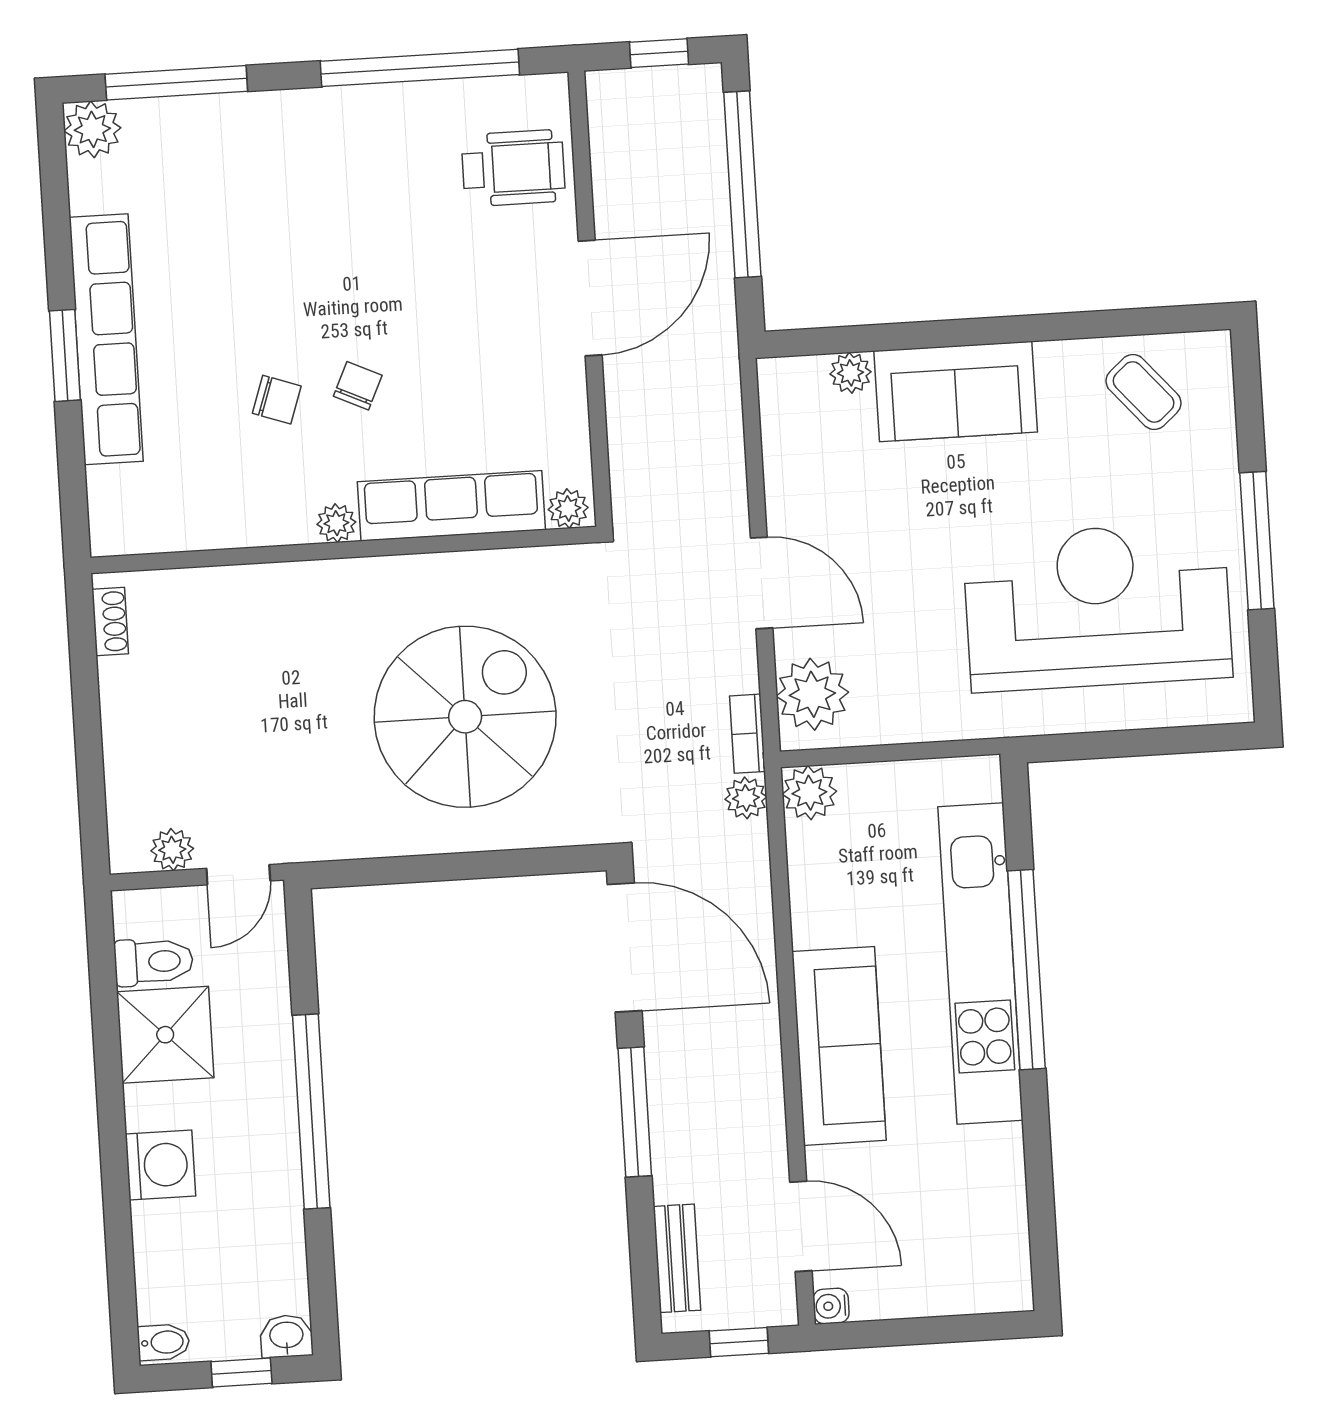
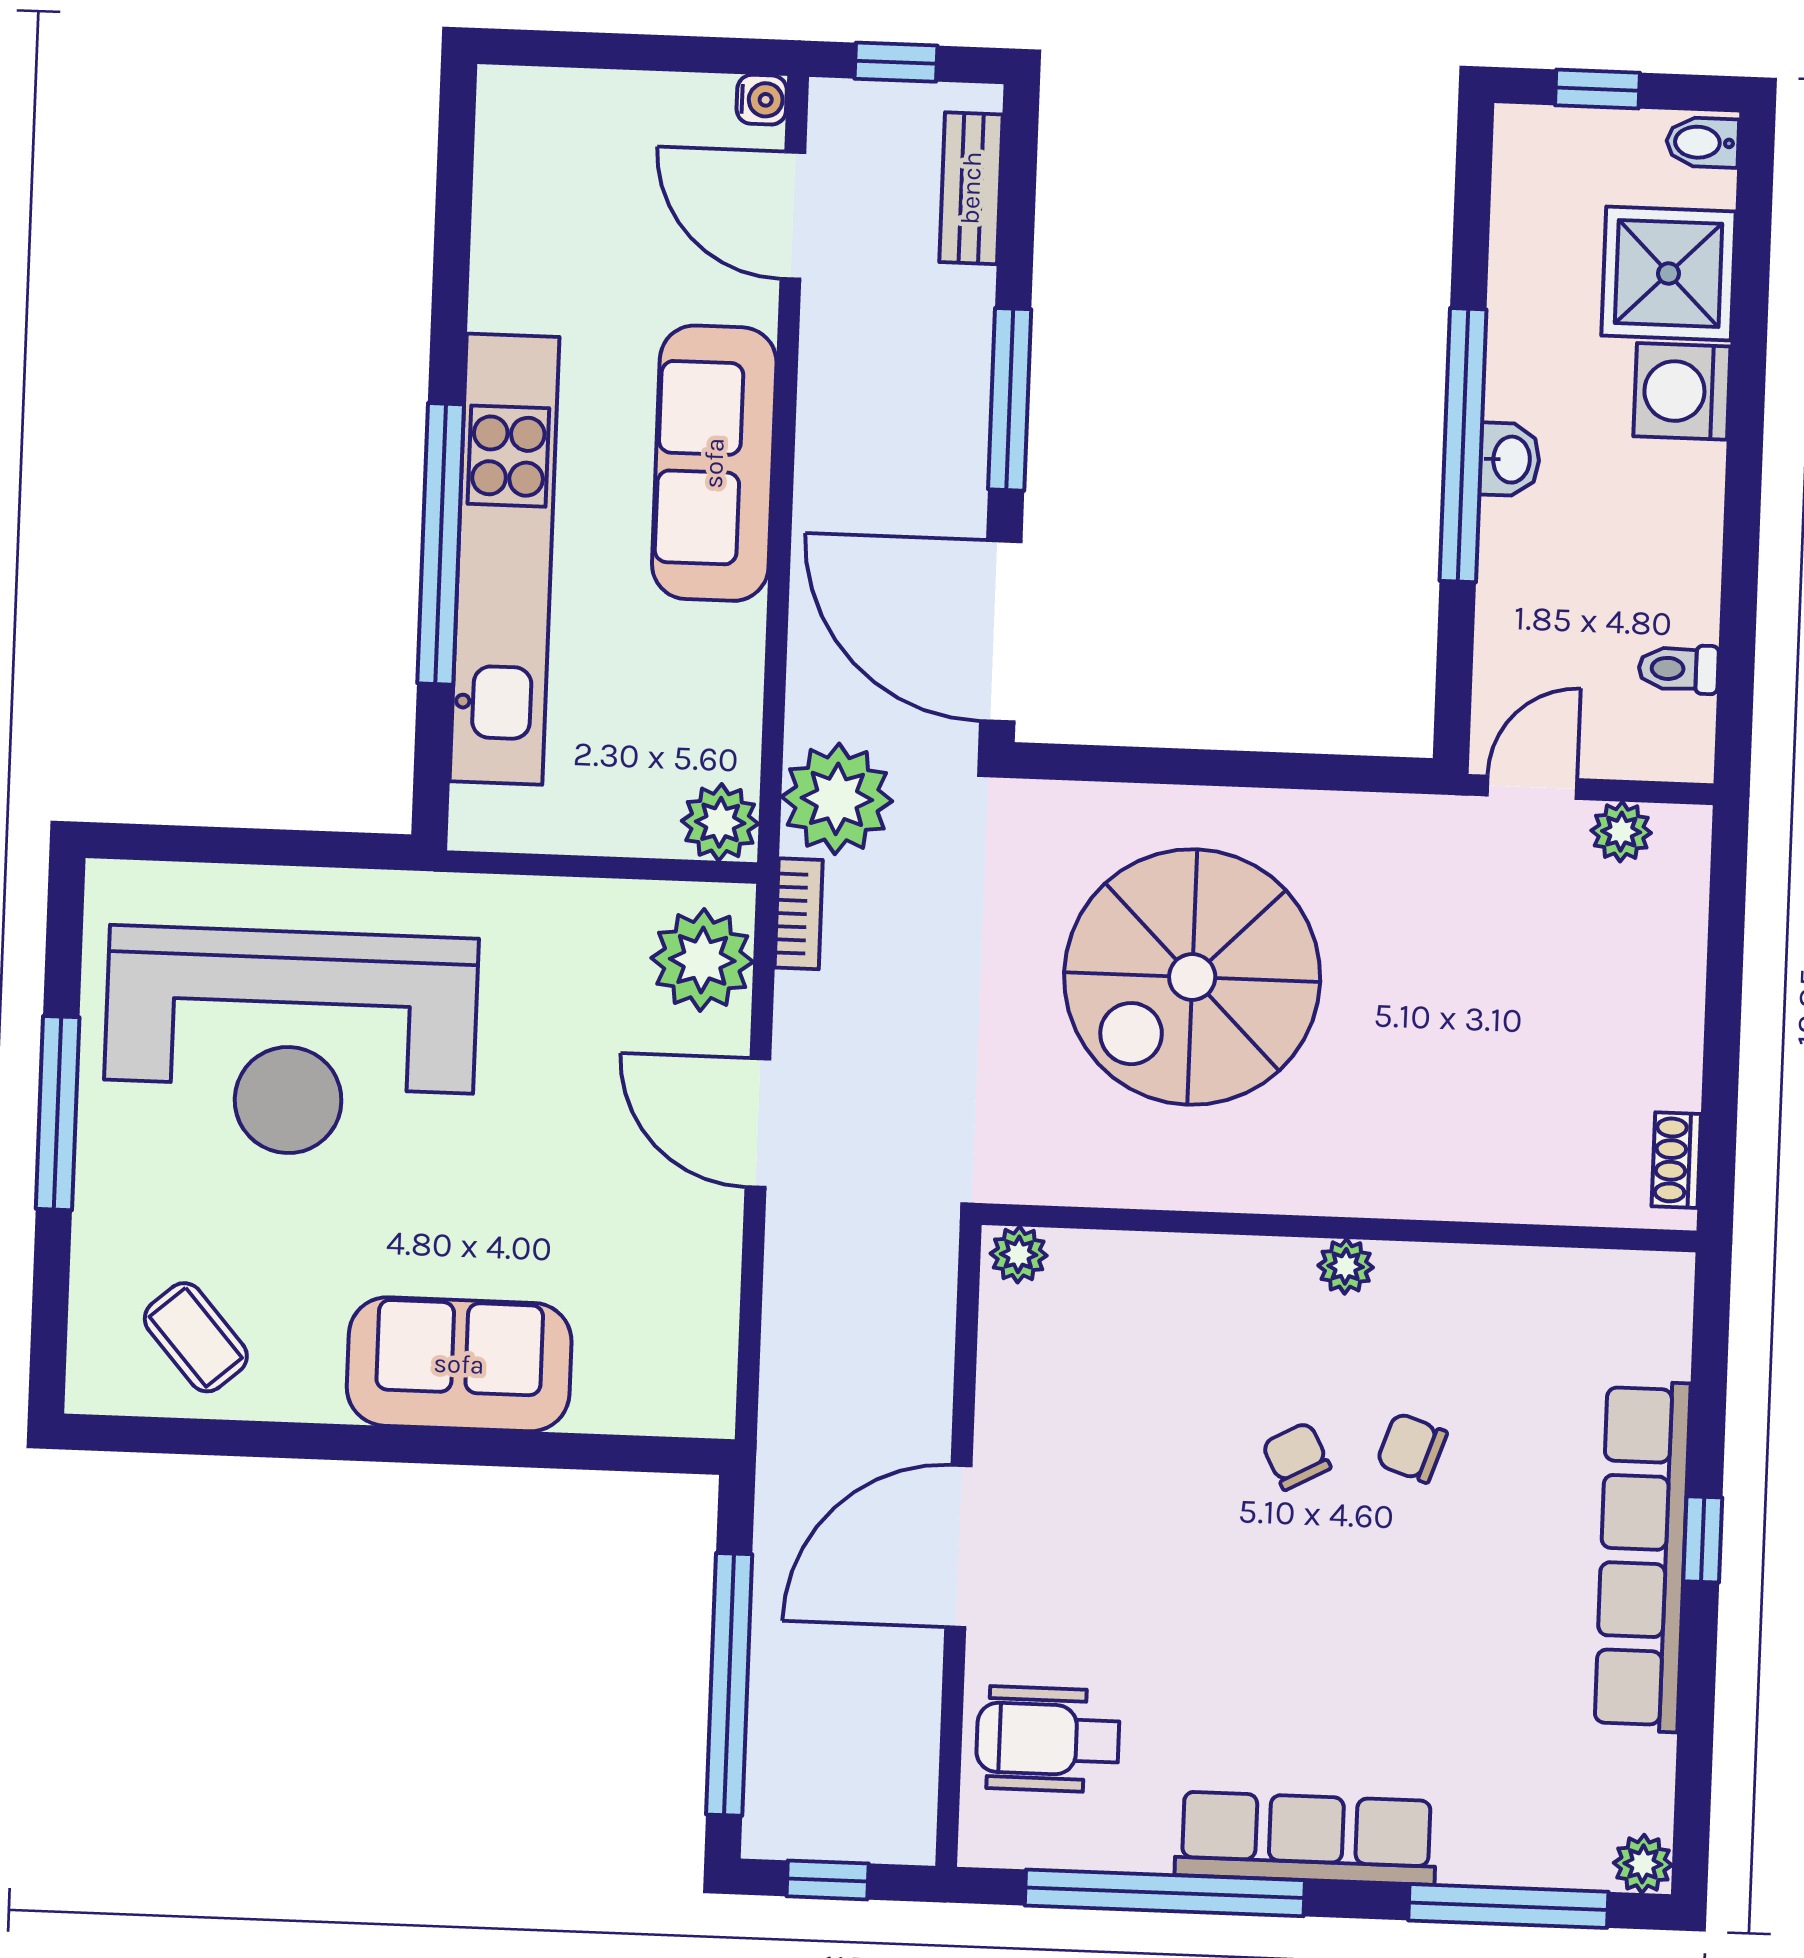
plant: (92, 129) -> (1643, 1864), width x0.73, depth x0.73
window: (65, 355) -> (1703, 1539), width x0.67
plant: (851, 373) -> (604, 1405), removed
chair: (358, 386) -> (1296, 1456), turned 127
row of seats: (451, 506) -> (1306, 1838), moved, turned 180
plant: (746, 798) -> (837, 799), width x1.87, depth x1.87
toilet: (154, 962) -> (1679, 669), width x0.73, depth x0.72
shower: (165, 1035) -> (1669, 273), moved
washbasin: (286, 1336) -> (1510, 459), moved, turned -90

